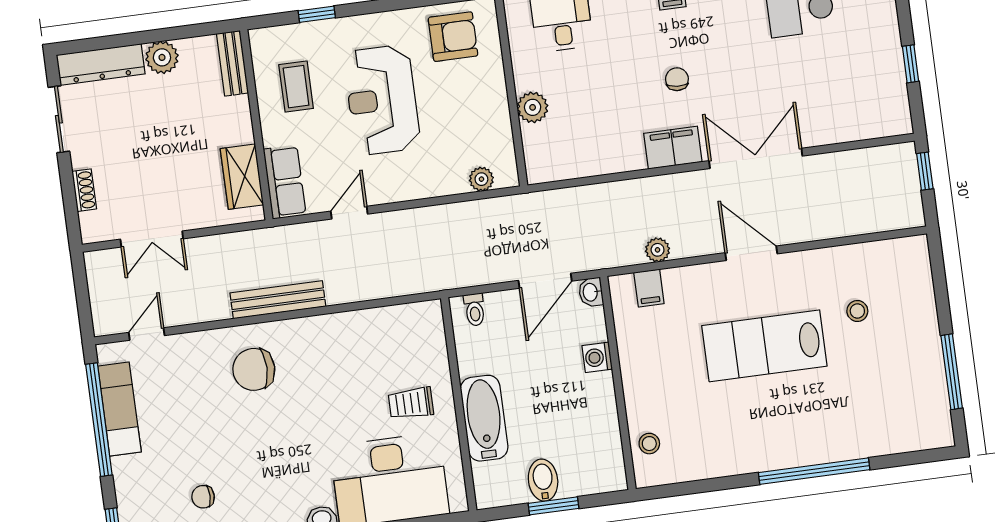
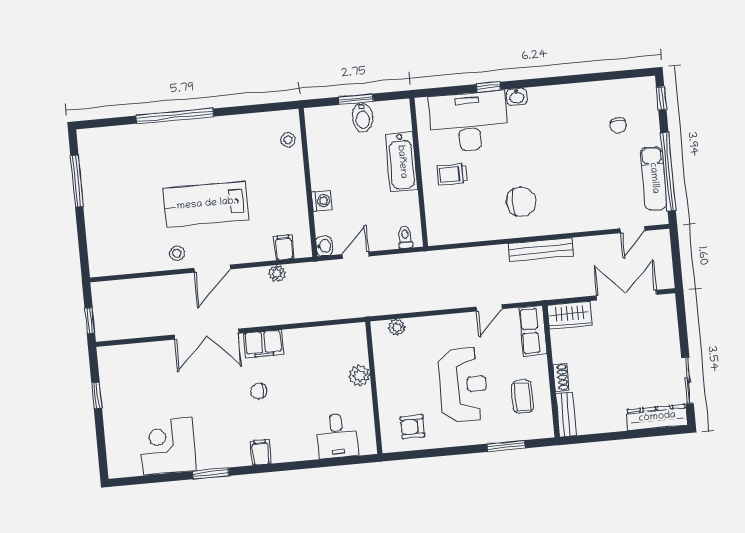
window: (317, 14) -> (506, 446), width x1.50
armchair: (453, 37) -> (412, 427), width x0.72, depth x0.72
plant: (162, 57) -> (614, 420), removed
chair: (677, 79) -> (259, 391), turned 86
wardrobe: (242, 177) -> (569, 315), moved, turned 90
shoe rack: (84, 190) -> (561, 377), moved, turned 180
double door: (152, 239) -> (626, 295), width x1.37
door: (751, 253) -> (212, 269), hinge flipped
door: (545, 281) -> (355, 255), width x0.73
stool: (857, 311) -> (177, 253), moved
lab bench: (764, 346) -> (206, 204), turned 180
chair: (254, 369) -> (521, 202), moved
trolley: (411, 403) -> (452, 174), turned 180
chair: (203, 497) -> (618, 125), moved, turned 90

